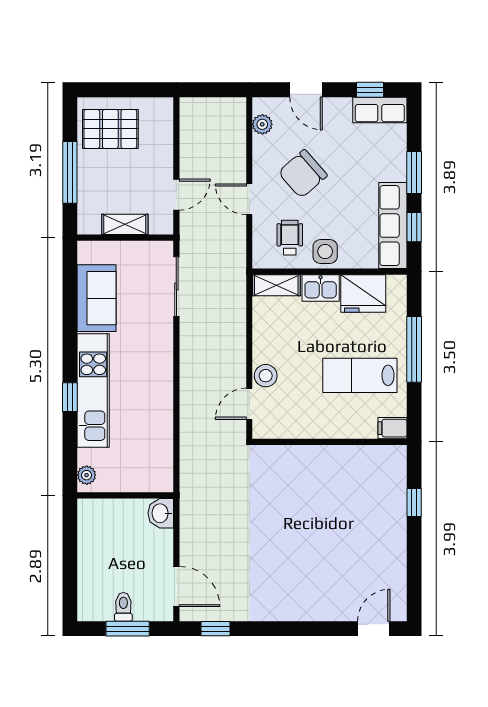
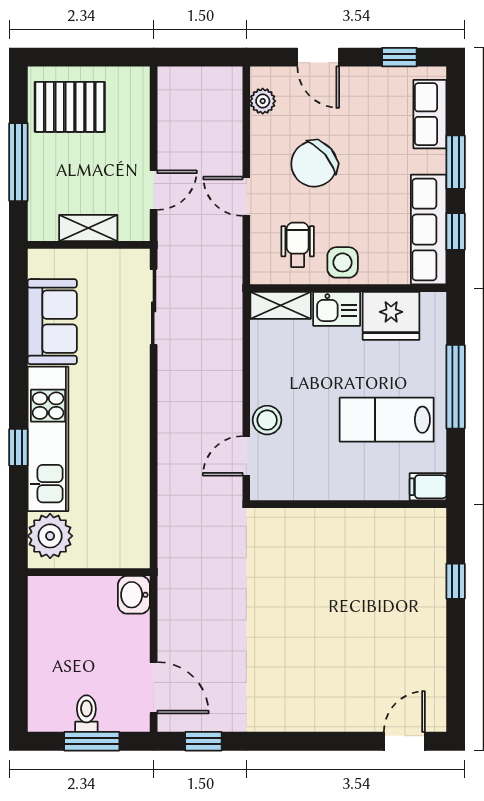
row of seats: (380, 110) -> (430, 114), moved, turned 90
plant: (87, 475) -> (50, 536), width x1.88, depth x1.88

